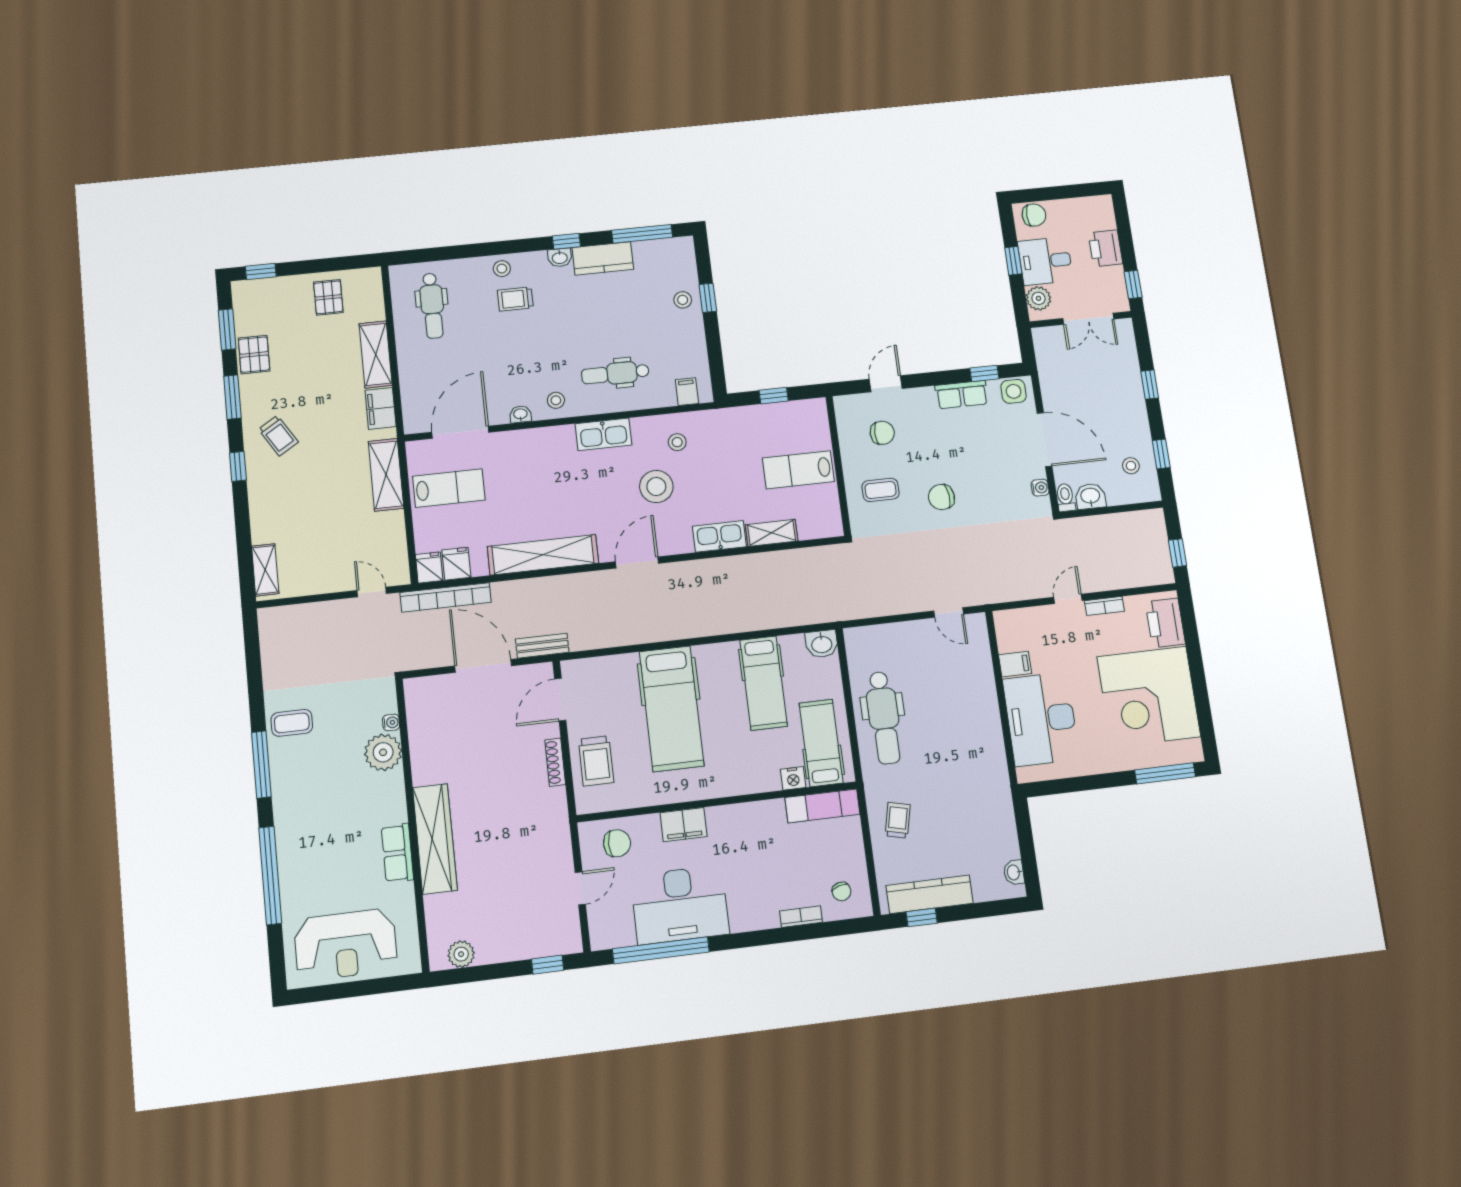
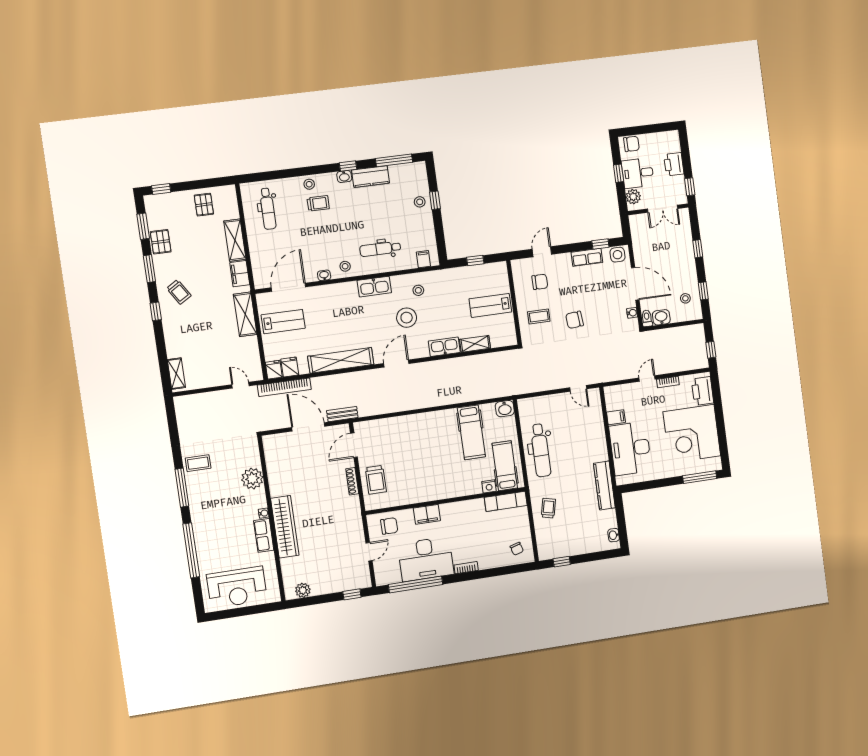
trolley: (515, 299) -> (318, 203), turned 180
hospital bed: (672, 709) -> (419, 449), removed
water cooler: (391, 723) -> (264, 513), moved
kitchen counter: (930, 894) -> (604, 486), moved, turned -90
bookcase: (801, 917) -> (466, 568), moved

